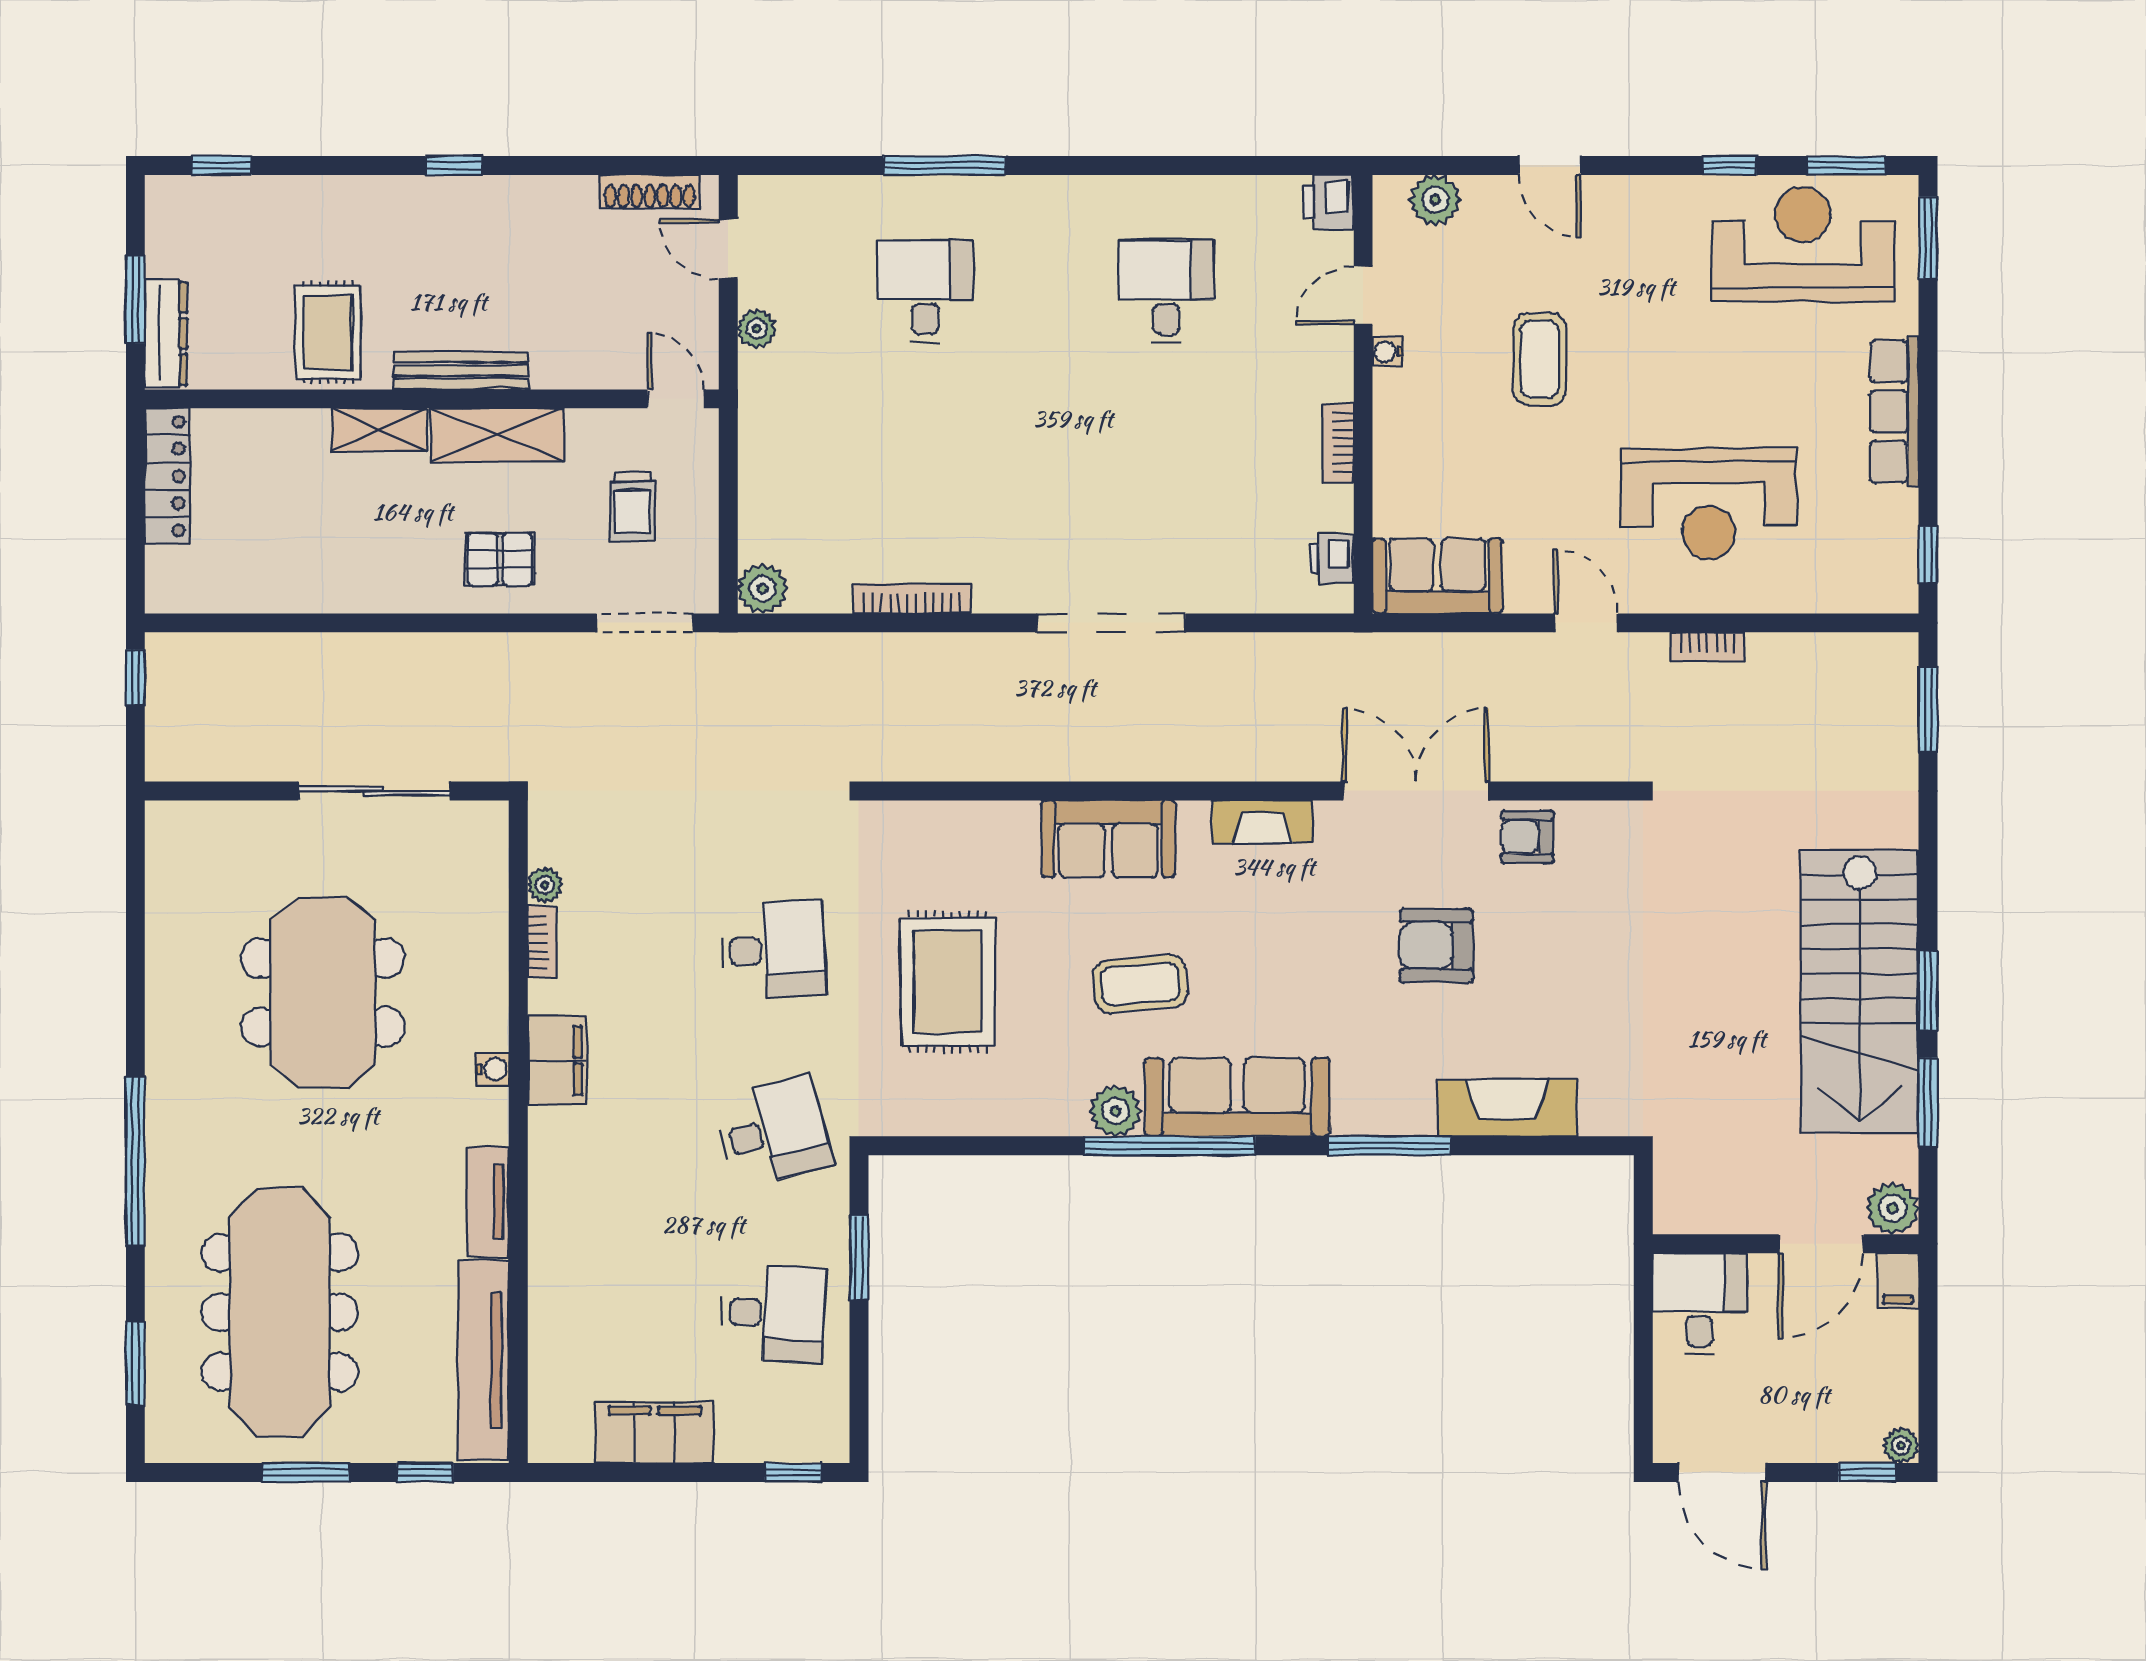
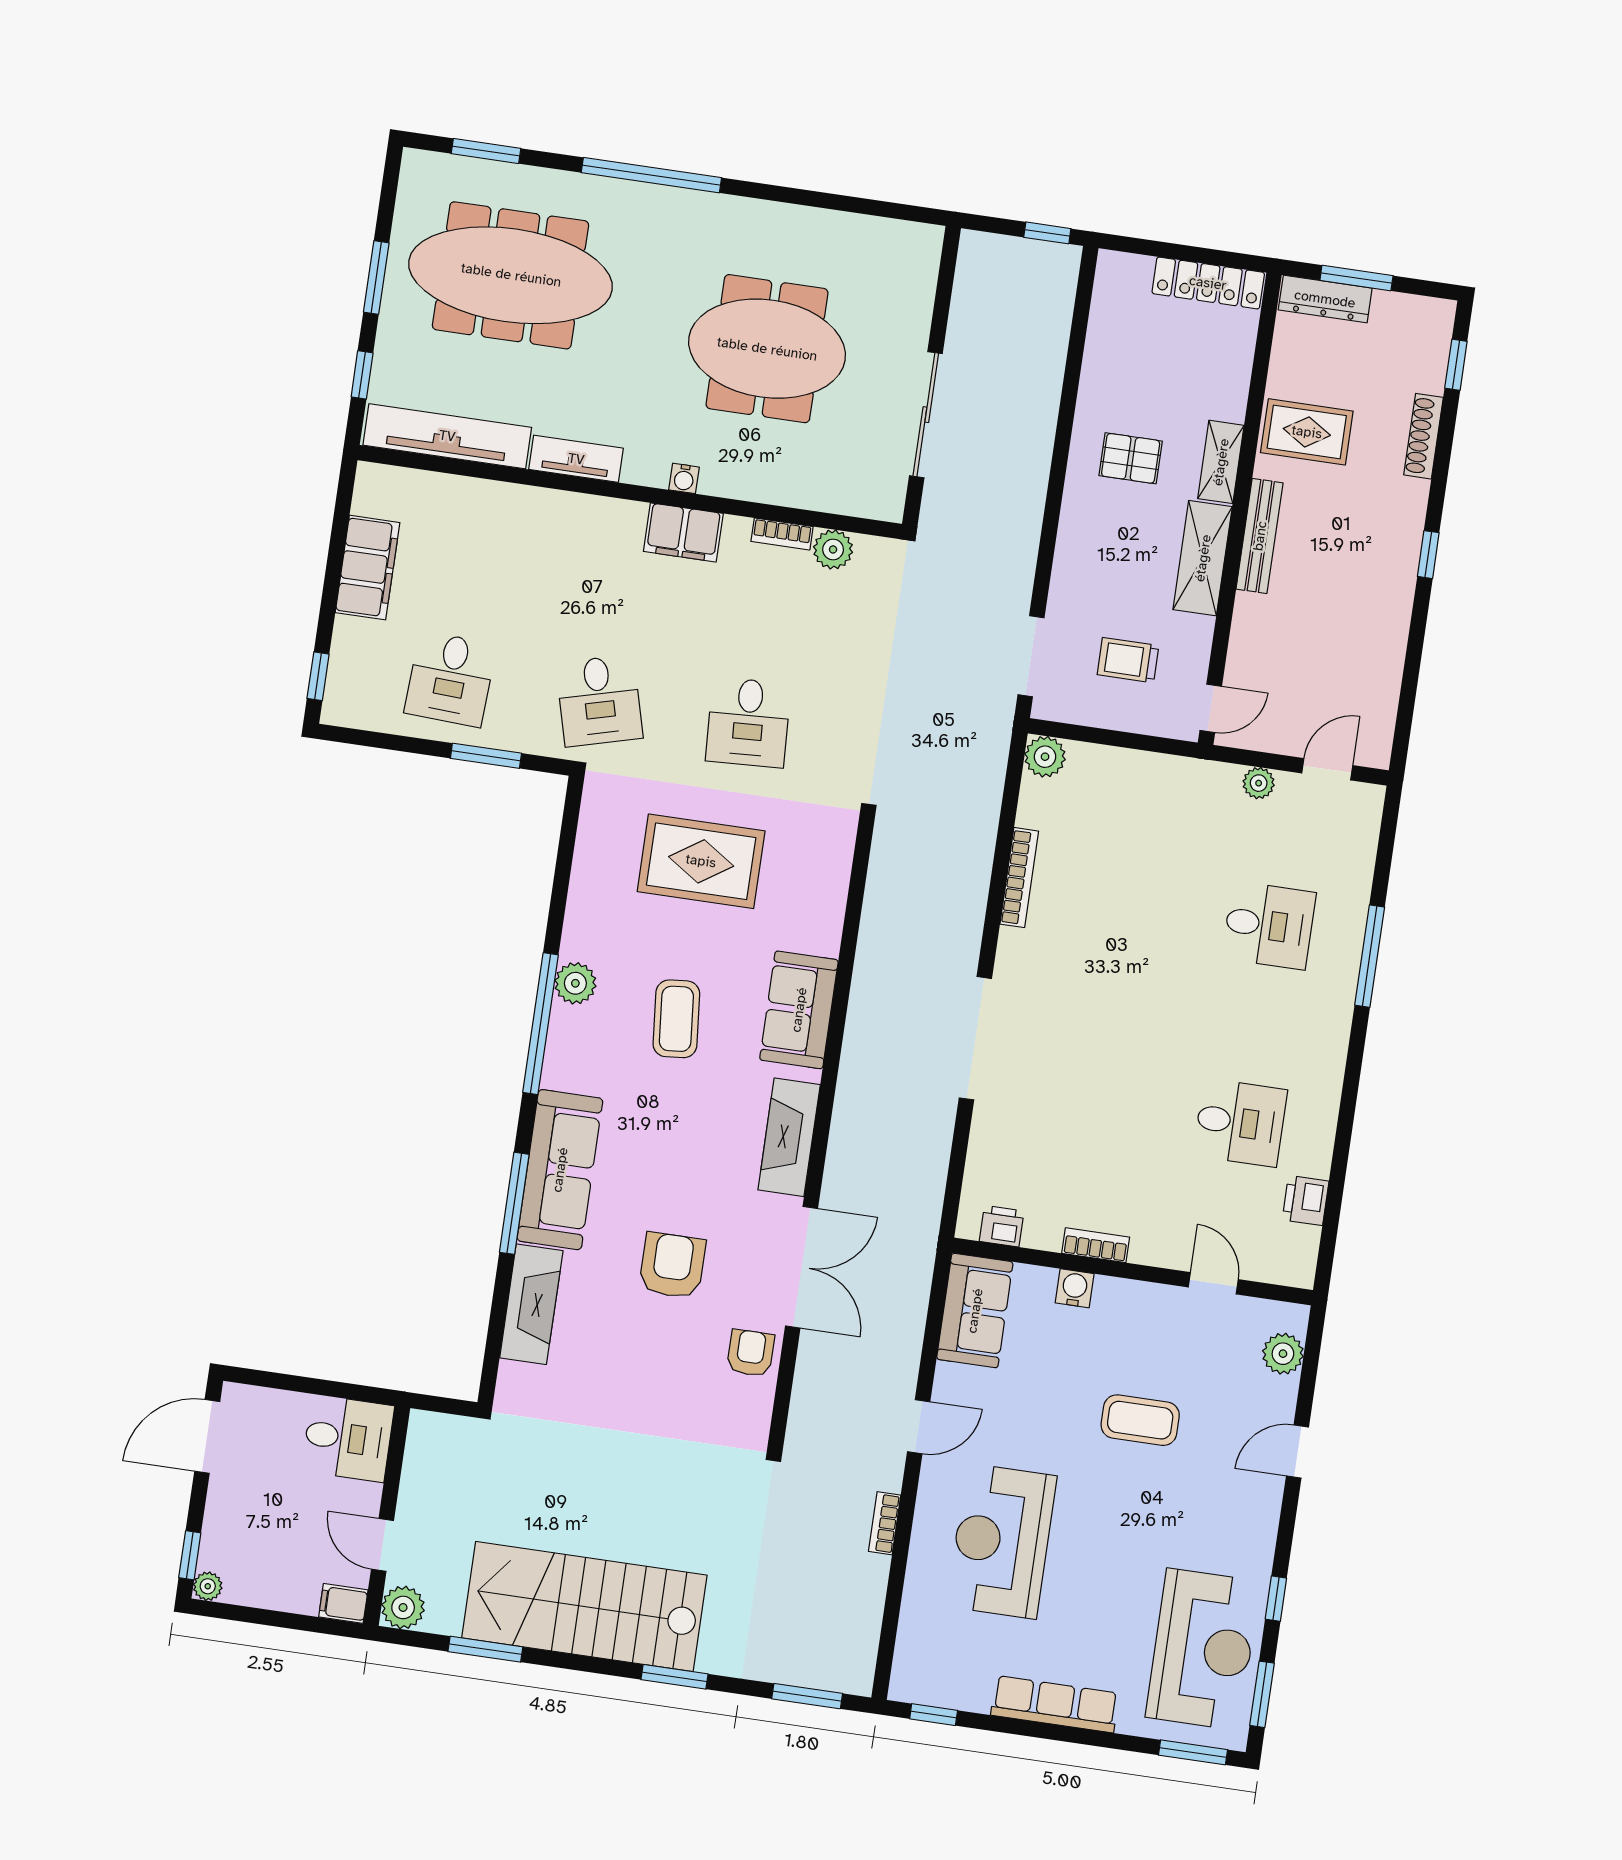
shoe rack: (650, 192) -> (1424, 436), moved
printer: (1329, 202) -> (1306, 1200), moved, turned -90
water cooler: (1387, 352) -> (1075, 1288), moved, width x1.38, depth x1.38
pallet: (500, 559) -> (1131, 458), moved, turned 90
fireplace: (1262, 822) -> (789, 1137), width x1.37, depth x1.32
plant: (545, 885) -> (833, 549), width x1.38, depth x1.38
window: (1928, 991) -> (675, 1677), moved
sofa: (1237, 1097) -> (560, 1170), moved
door: (1821, 1244) -> (382, 1545), width x0.73

